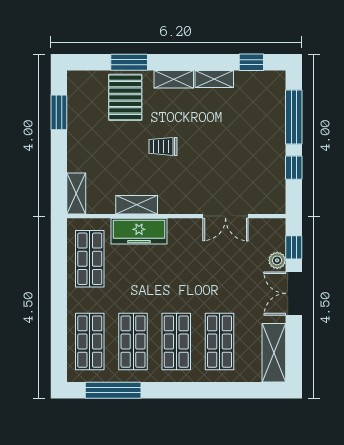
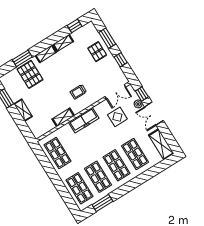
window: (294, 117) -> (107, 38), width x0.69
pallet: (263, 129) -> (97, 52), added
trolley: (163, 146) -> (78, 92), moved
shelving: (76, 193) -> (23, 110), moved
double door: (225, 216) -> (115, 92), moved
freezer: (139, 231) -> (84, 120), moved
display table: (229, 261) -> (117, 117), added
window: (113, 390) -> (102, 203), width x0.69

